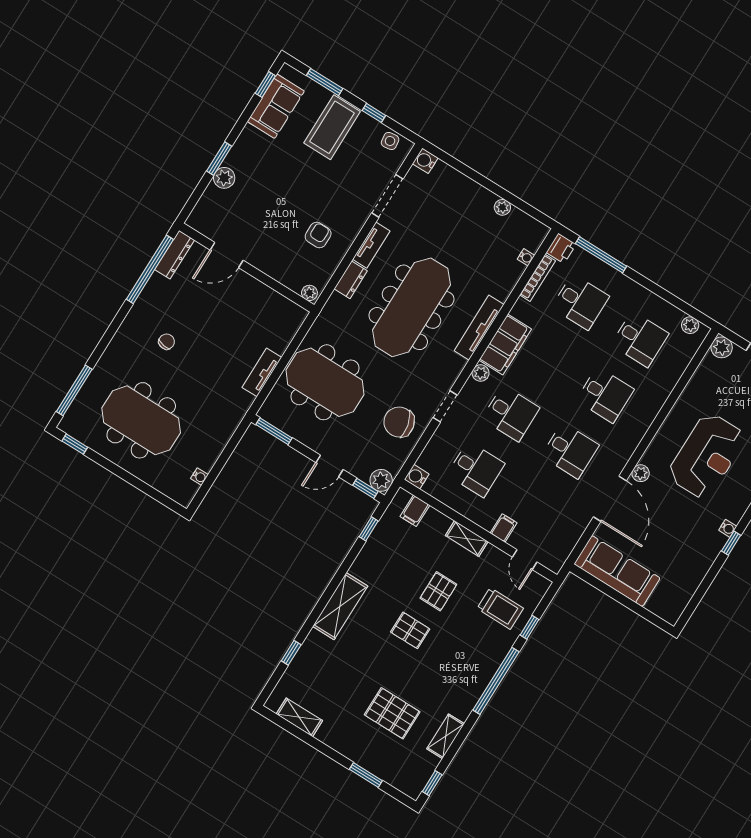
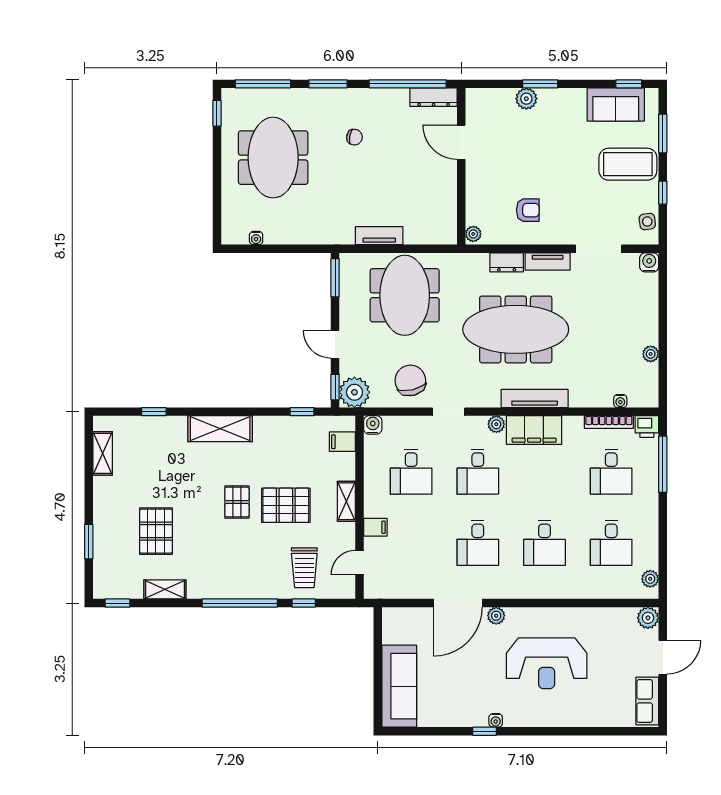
window: (108, 336) -> (328, 84), added
plant: (381, 480) -> (354, 392), width x1.36, depth x1.36
sofa: (617, 571) -> (399, 686), moved
pallet: (438, 591) -> (286, 505), width x1.50, depth x1.42

